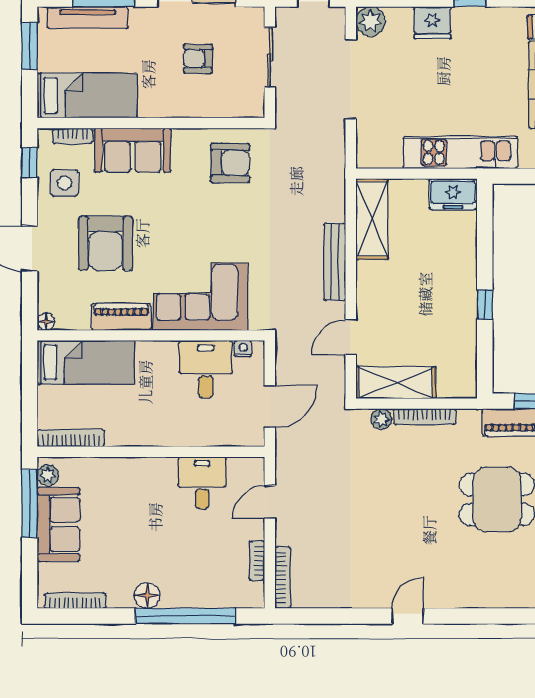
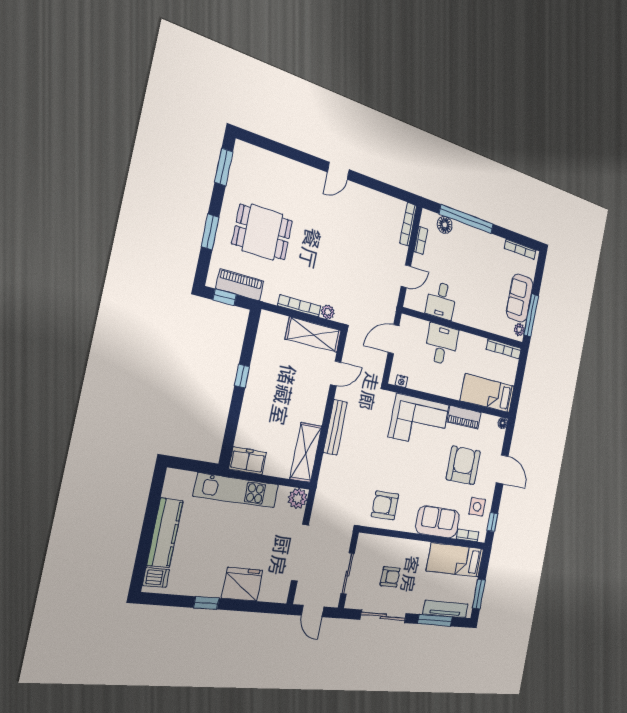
plant: (370, 21) -> (298, 498), moved
fridge: (432, 23) -> (242, 584), width x1.36, depth x1.34
desk: (206, 369) -> (441, 344), moved, turned 180
floor lamp: (147, 596) -> (445, 225), moved

